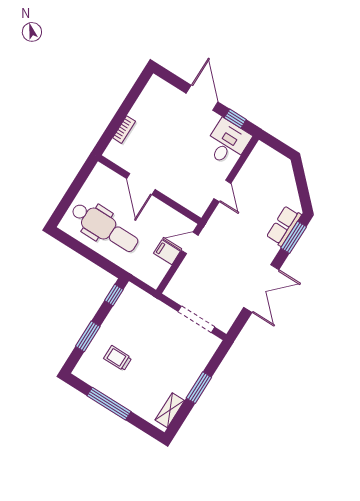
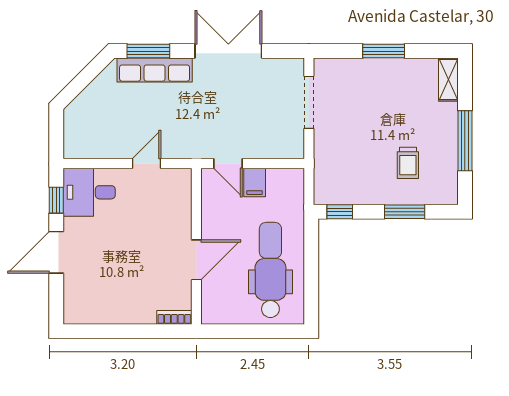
bookcase: (124, 130) -> (174, 317), moved
row of seats: (284, 226) -> (155, 70), width x1.48
shelving: (170, 410) -> (448, 80), moved, turned 90

